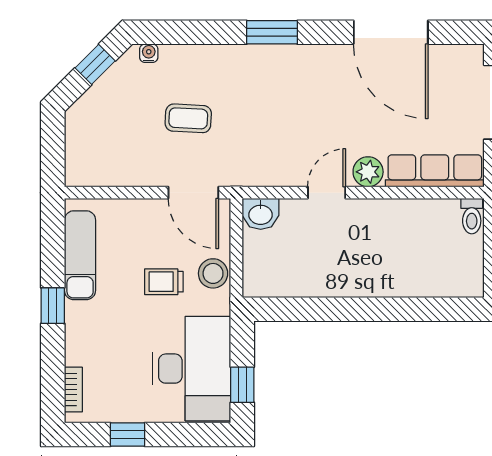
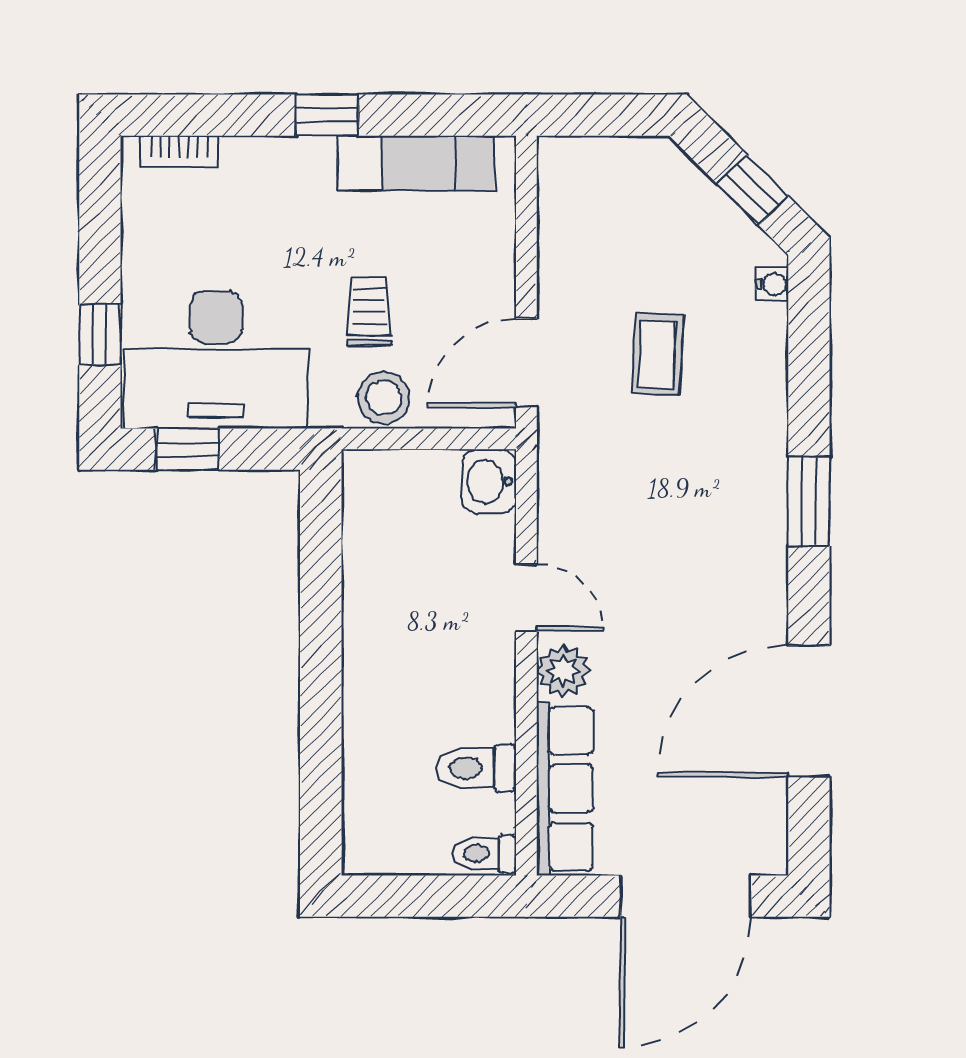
toilet: (423, 221) -> (476, 768), added
window: (128, 435) -> (100, 334), moved

